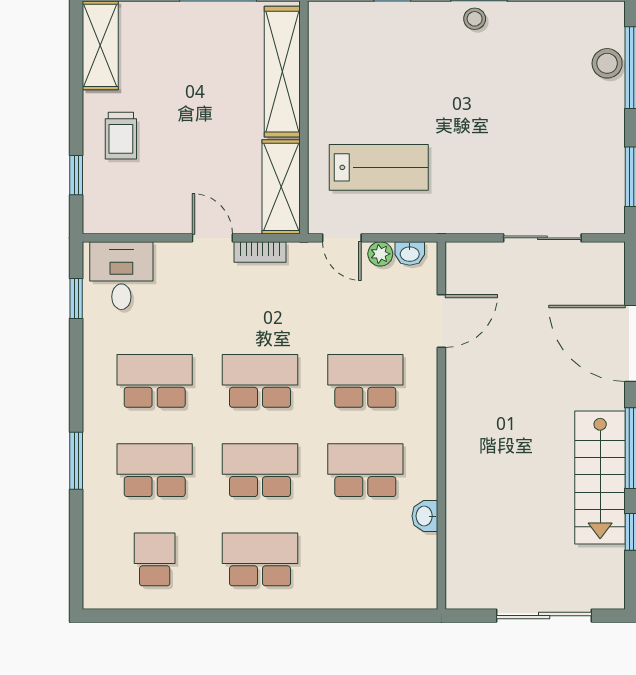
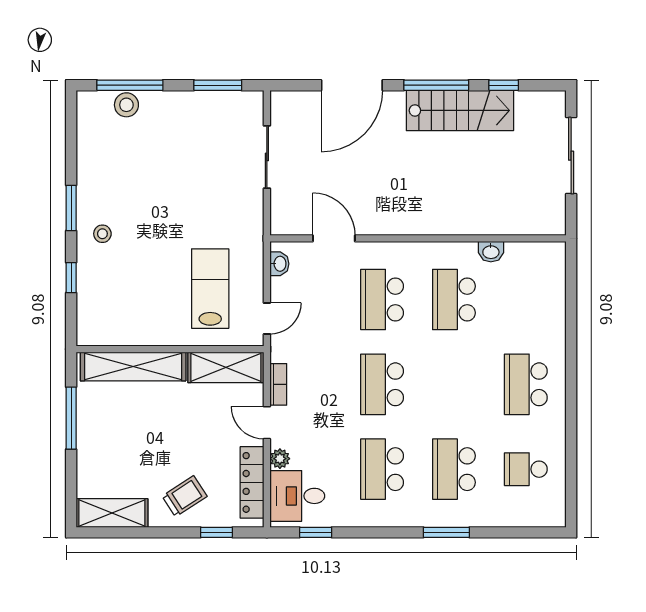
stool: (475, 19) -> (102, 234), moved
trolley: (121, 136) -> (185, 496), turned -33
locker: (138, 219) -> (252, 482), added
door: (212, 238) -> (267, 423), hinge flipped
plant: (380, 254) -> (280, 459), moved
school desk: (260, 470) -> (454, 384), removed

